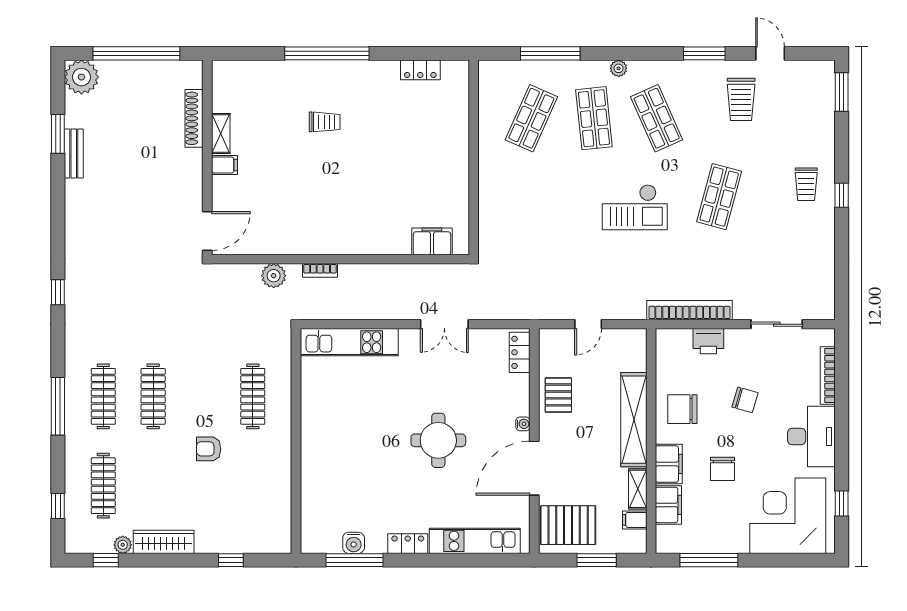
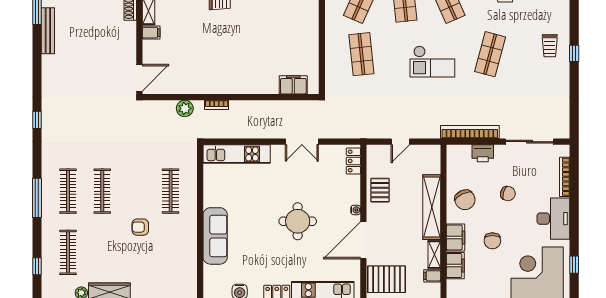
bench: (74, 153) -> (48, 31), width x1.36
shop shelf: (531, 197) -> (361, 54), added
sliding door: (777, 324) -> (530, 142), width x1.37
chair: (682, 409) -> (465, 200), turned -116
sofa: (318, 462) -> (215, 236), added

